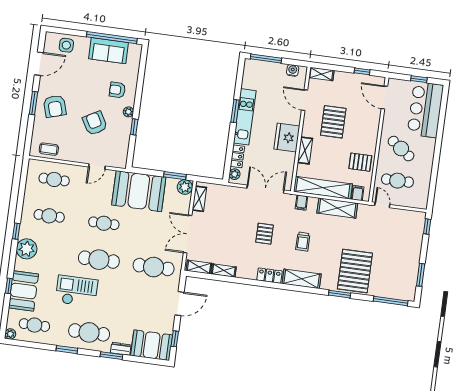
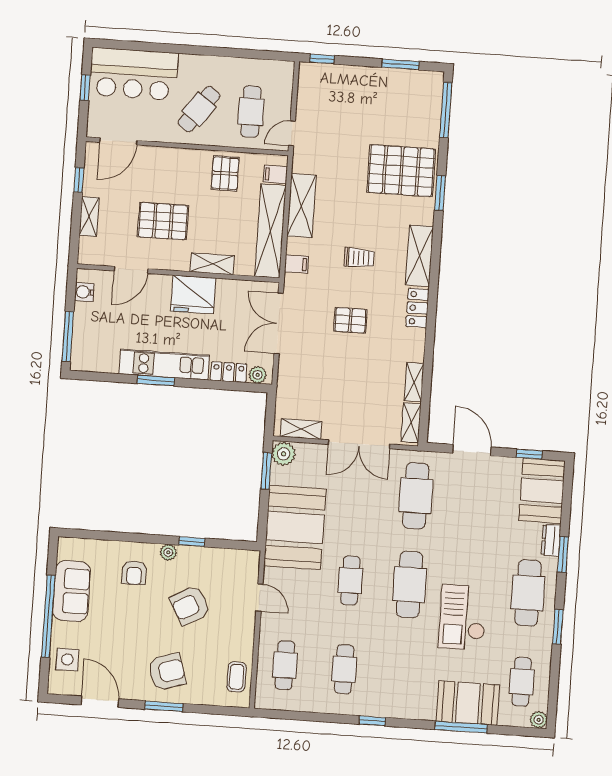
window: (112, 38) -> (48, 616), moved
shelving: (321, 74) -> (89, 217), moved
plant: (27, 249) -> (400, 702), removed
window: (9, 286) -> (461, 727), width x2.17

